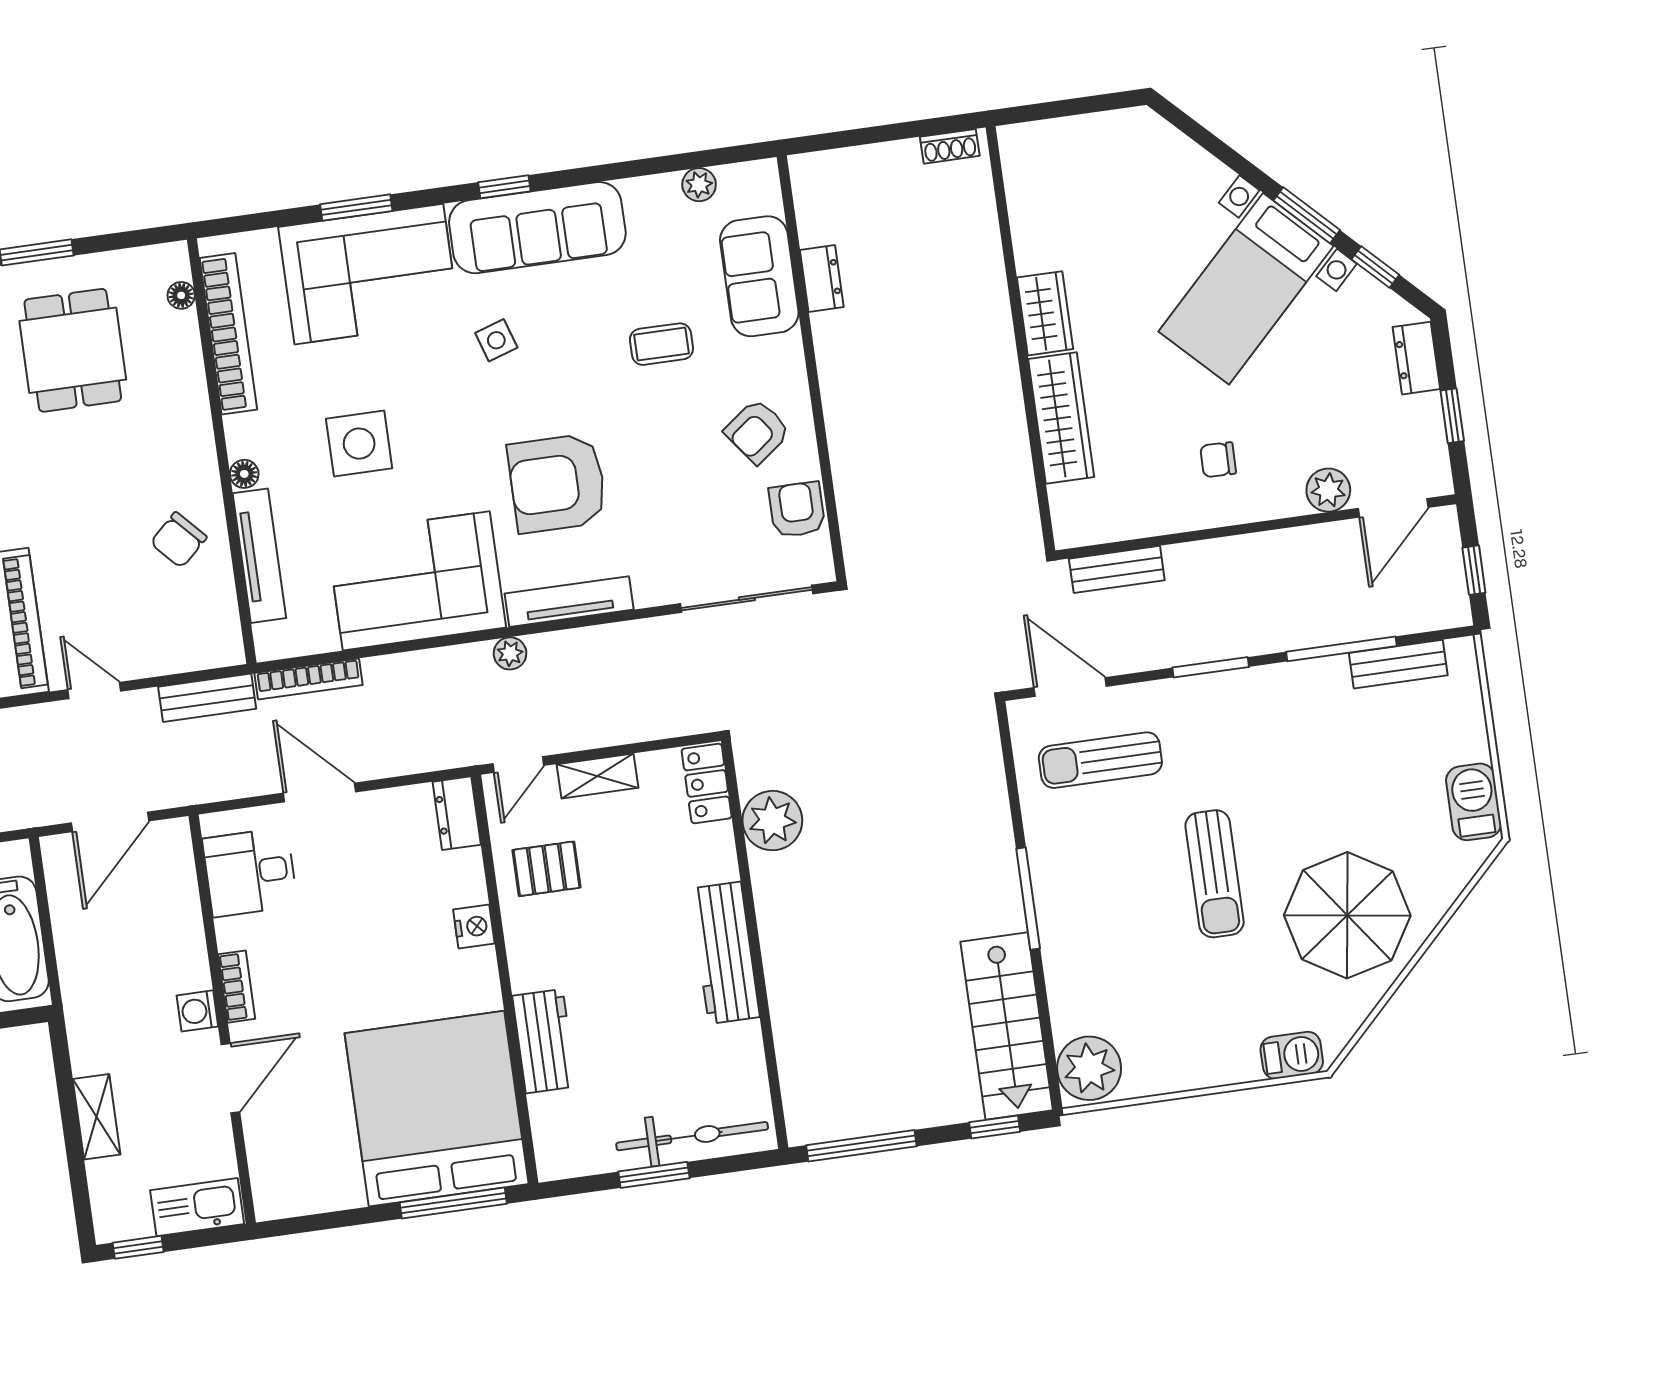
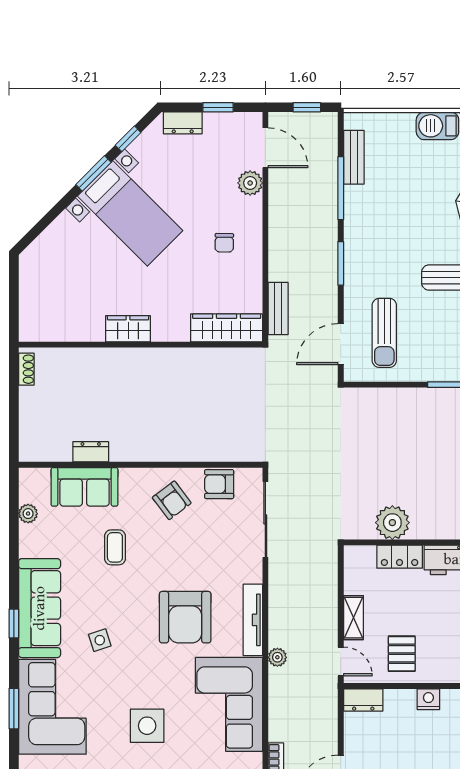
wardrobe: (1061, 418) -> (227, 328), moved
locker: (707, 783) -> (400, 557), moved

